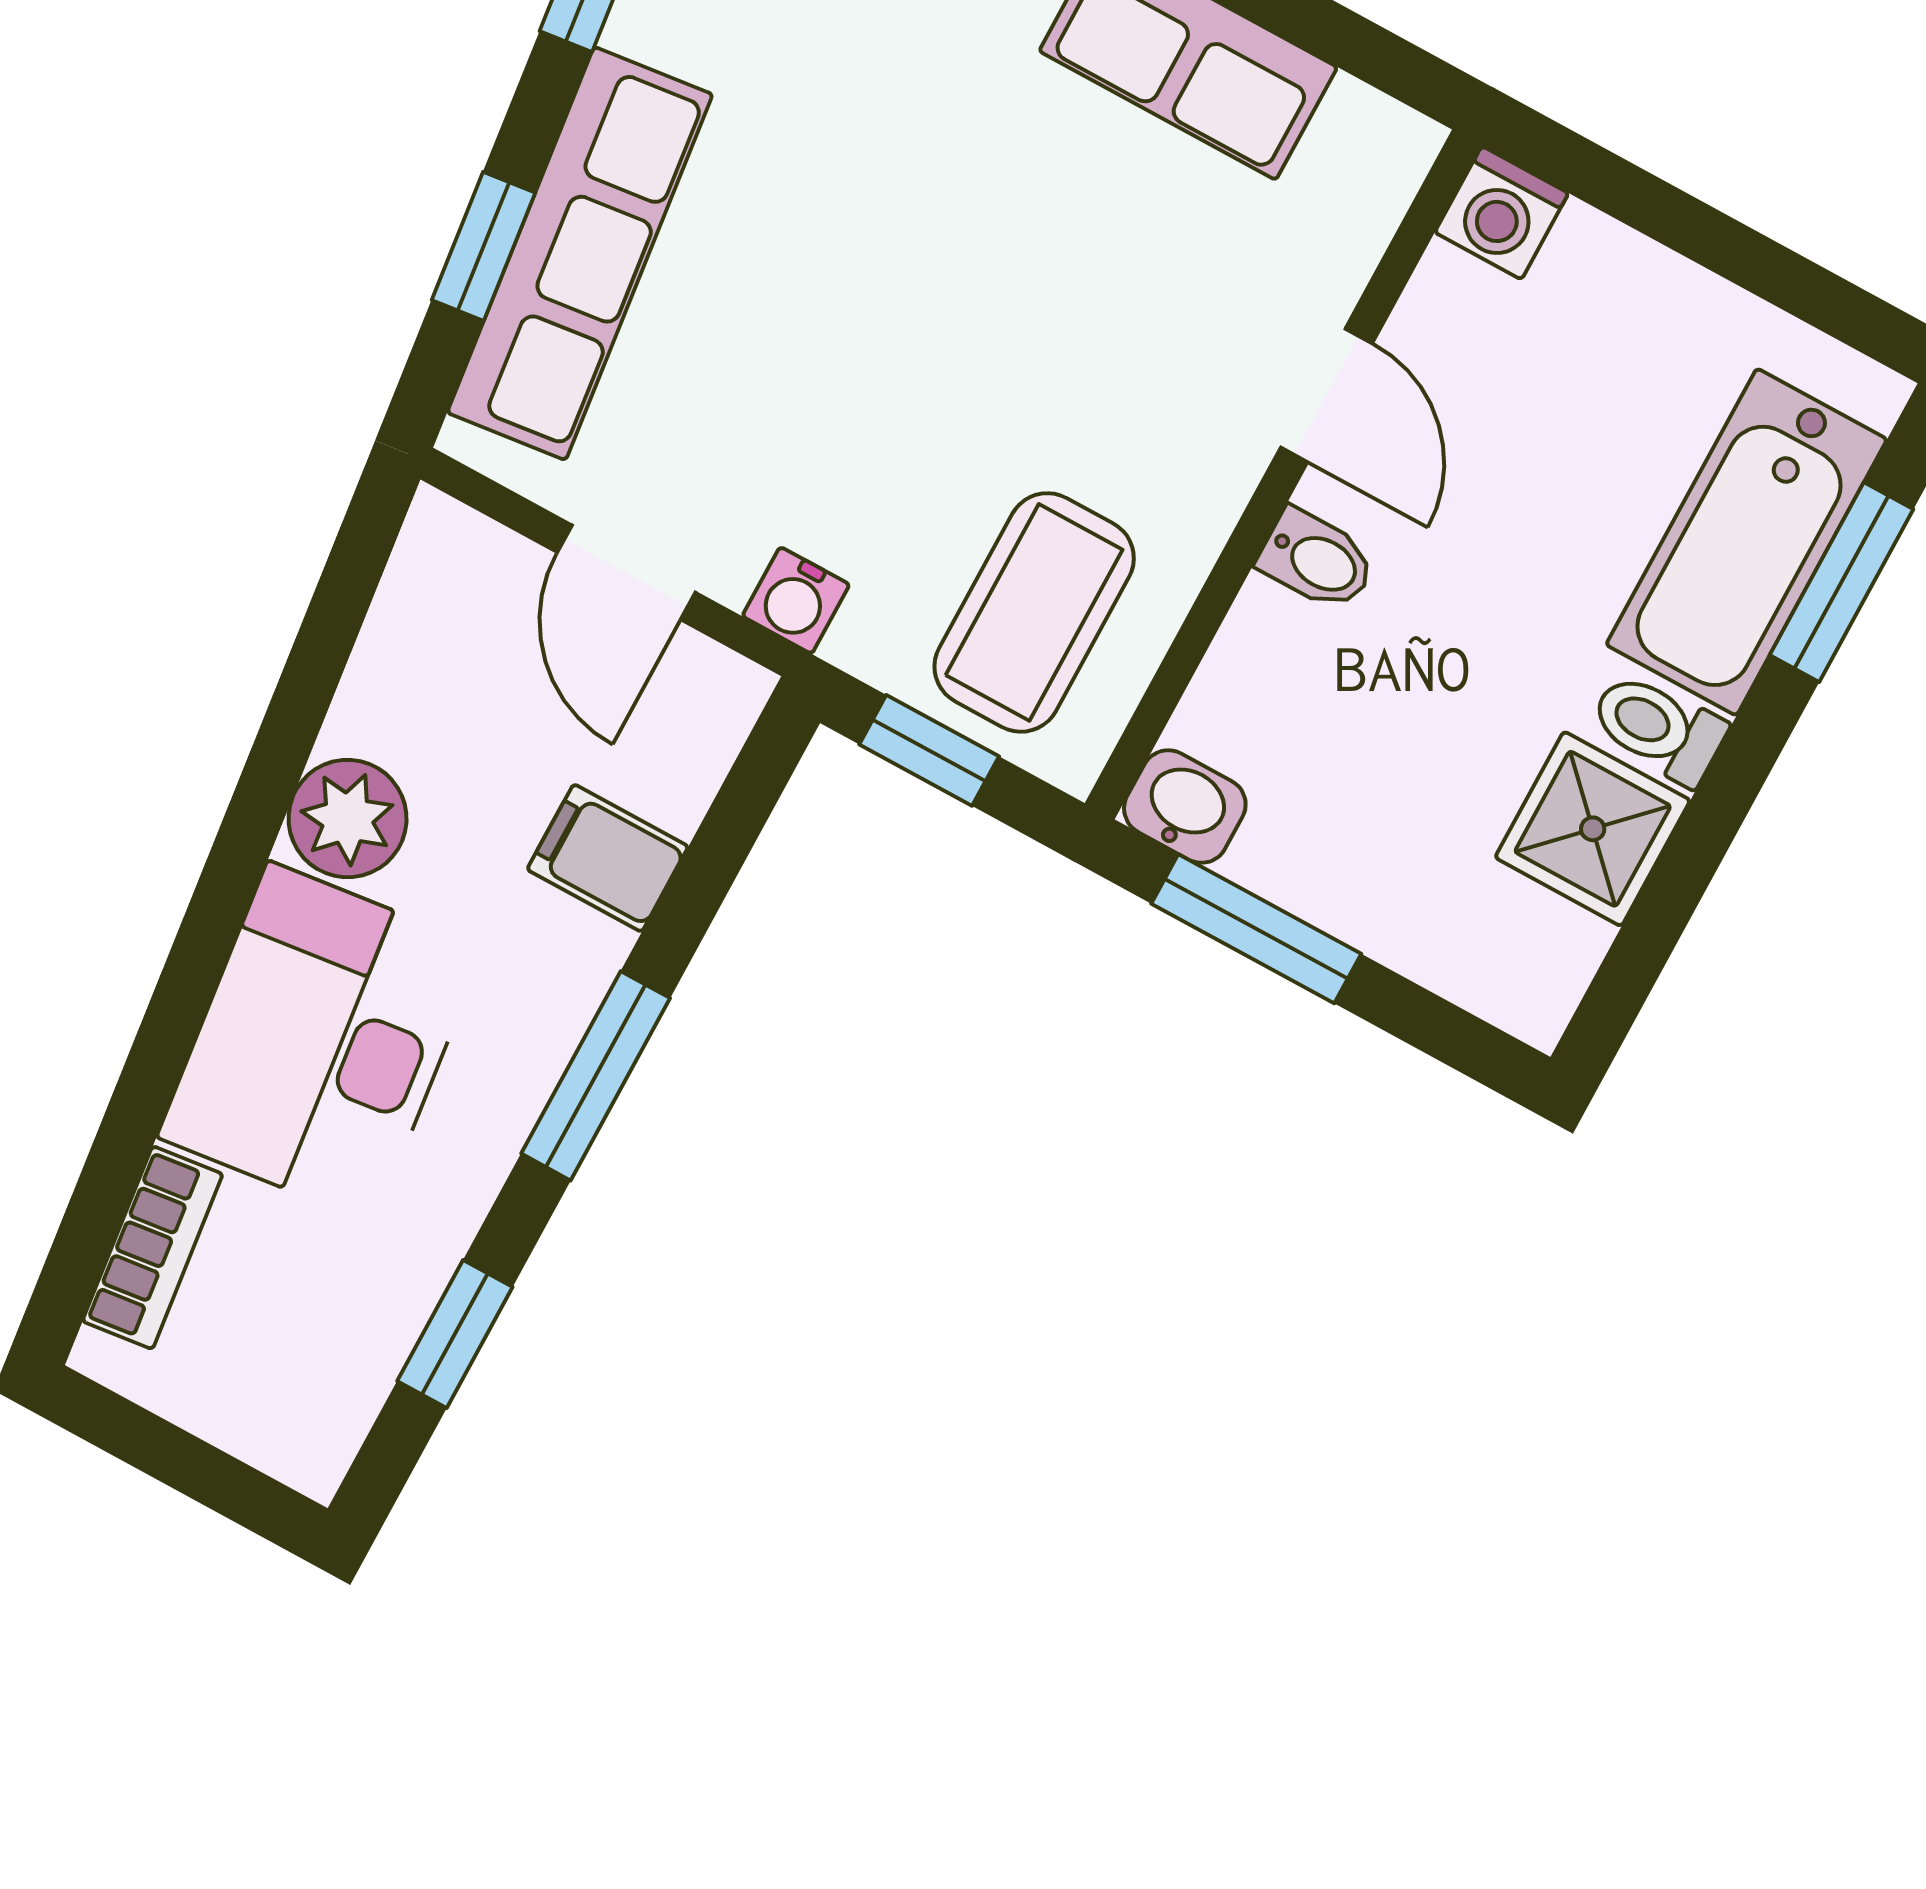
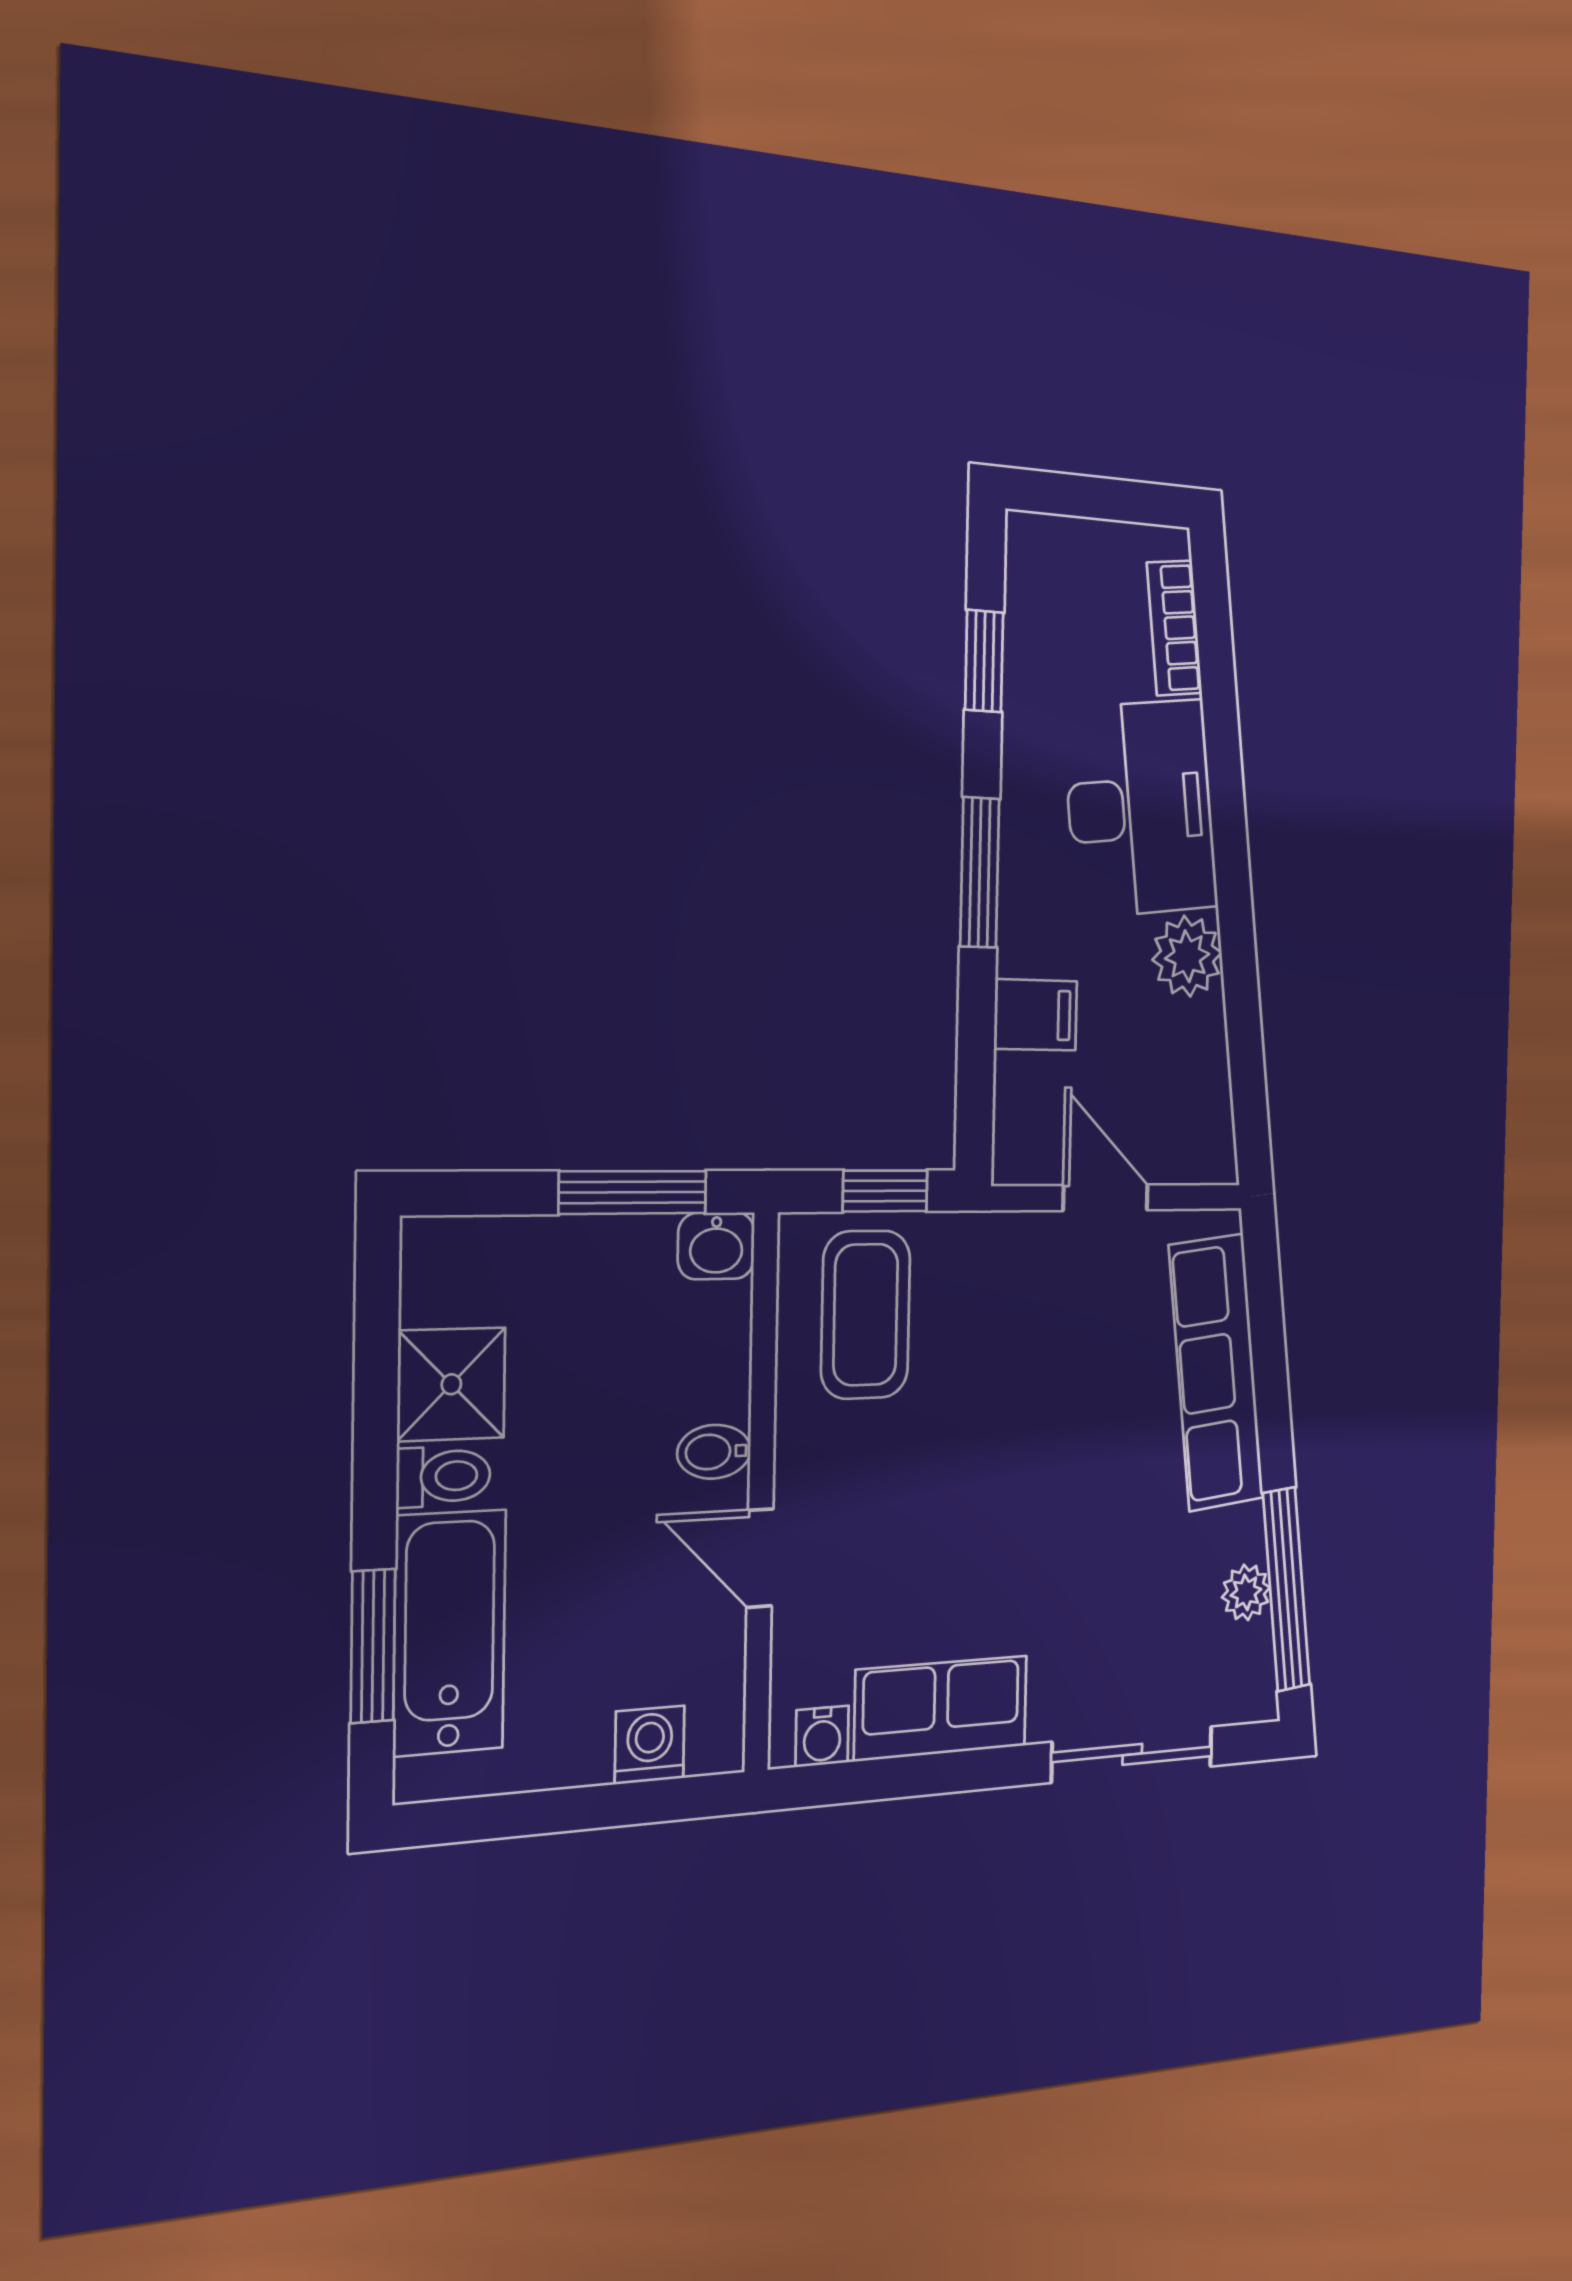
washing machine: (1502, 213) -> (650, 1745), moved
window: (483, 246) -> (1268, 1344), removed
water cooler: (796, 600) -> (822, 1736), moved, turned 180

